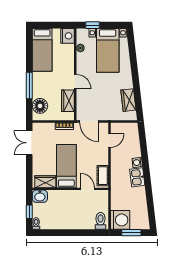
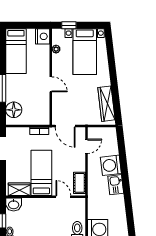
wardrobe: (128, 100) -> (106, 104), width x1.50
wardrobe: (68, 101) -> (43, 105), removed
washing machine: (137, 163) -> (111, 165), width x1.89, depth x1.89

